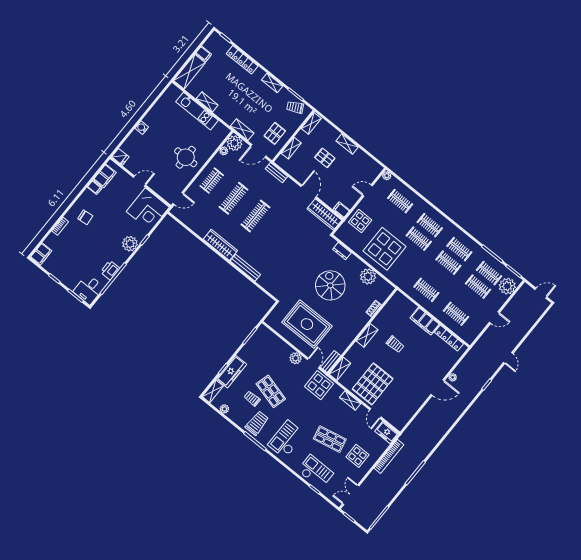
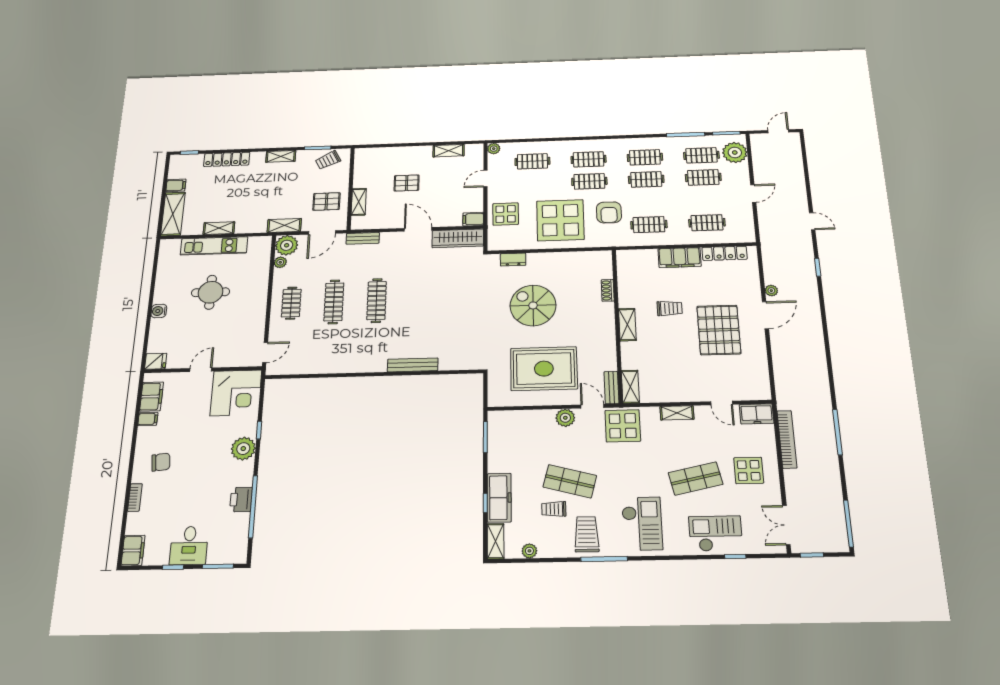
shelving: (311, 123) -> (361, 162), removed
pallet: (275, 133) -> (326, 201), turned 90
shelving: (347, 144) -> (449, 151), moved
round table: (186, 157) -> (211, 292), moved
wardrobe: (220, 245) -> (360, 363), removed
armchair: (413, 265) -> (609, 212), added
plant: (368, 276) -> (568, 262), removed
desk: (89, 289) -> (189, 546), moved
pallet: (373, 384) -> (719, 330), moved
checkout: (286, 439) -> (642, 524), turned 180

